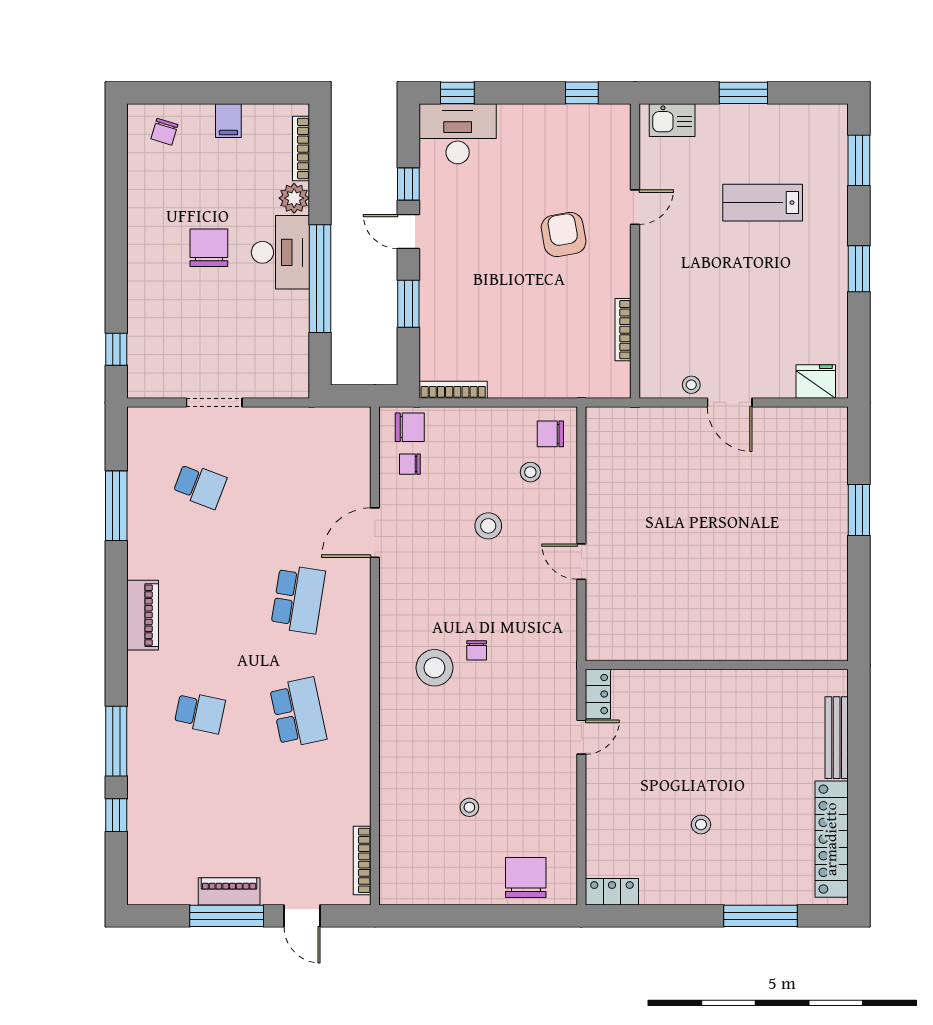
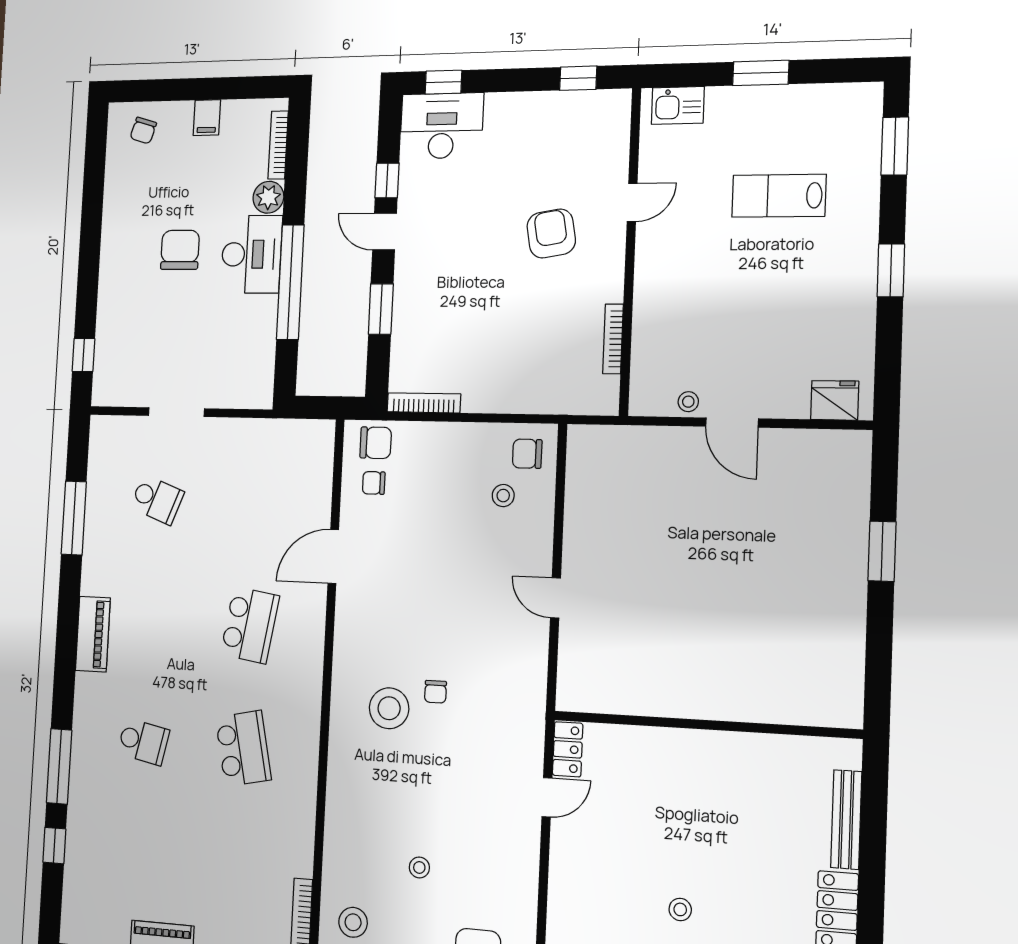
stool: (488, 526) -> (353, 922), moved

